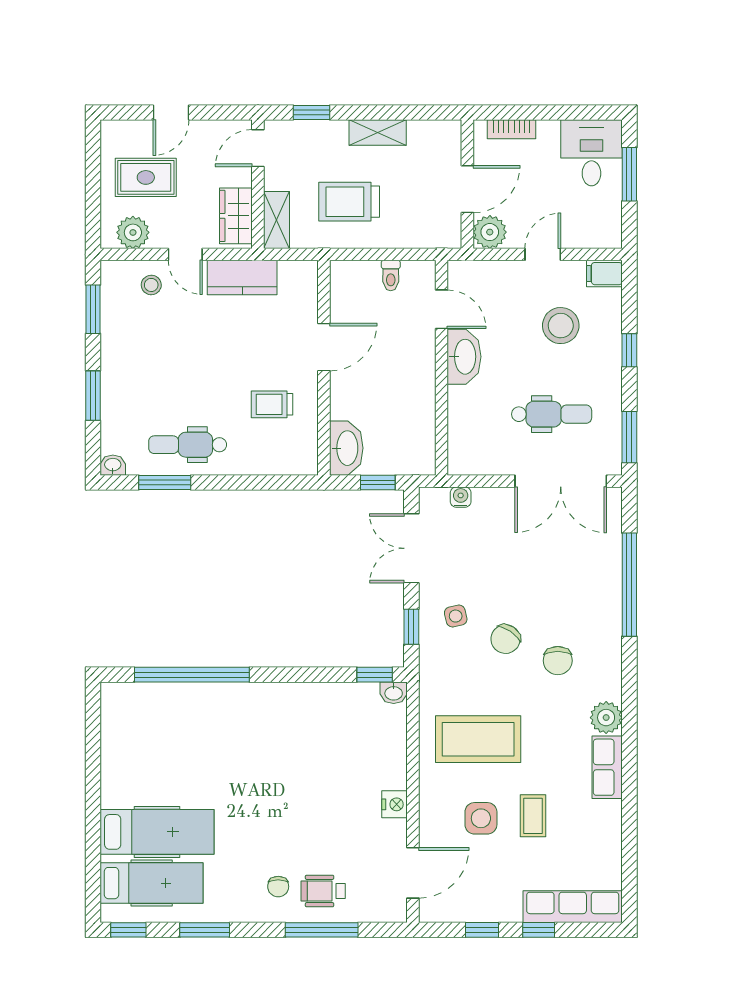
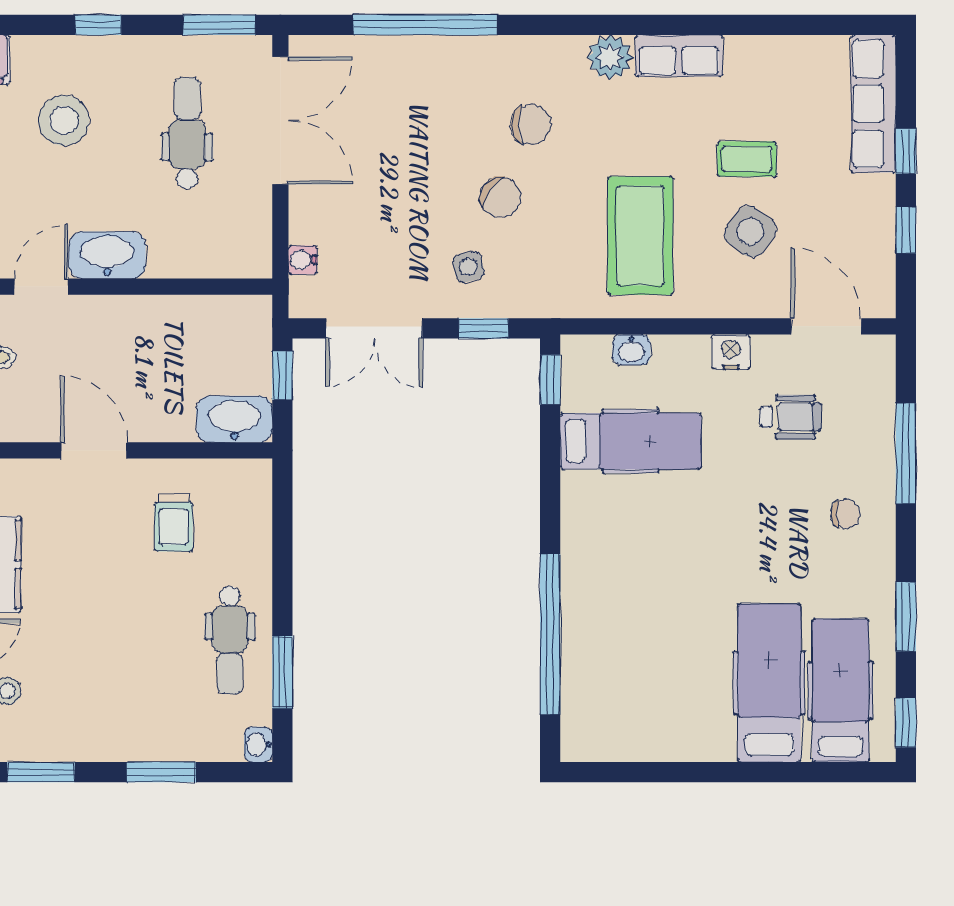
washbasin: (394, 693) -> (632, 350), moved, turned 90
hospital bed: (331, 732) -> (631, 441), added
side table: (481, 818) -> (750, 232), turned 37
wheelchair: (323, 891) -> (791, 417), moved, turned -90

